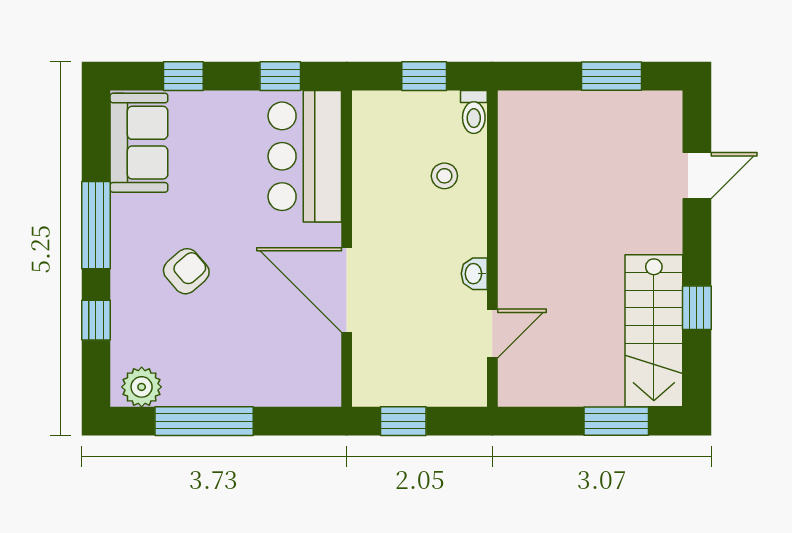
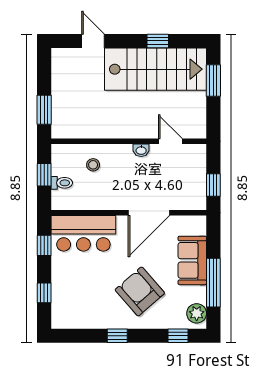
window: (611, 76) -> (44, 110), moved
toilet: (474, 112) -> (62, 183), moved
sofa: (139, 143) -> (192, 260), moved, turned -90
window: (96, 225) -> (117, 336), width x0.46
armchair: (186, 271) -> (140, 291), width x1.88, depth x1.88
window: (96, 320) -> (178, 336), moved
stairs: (654, 331) -> (155, 69), width x1.36, depth x1.51

